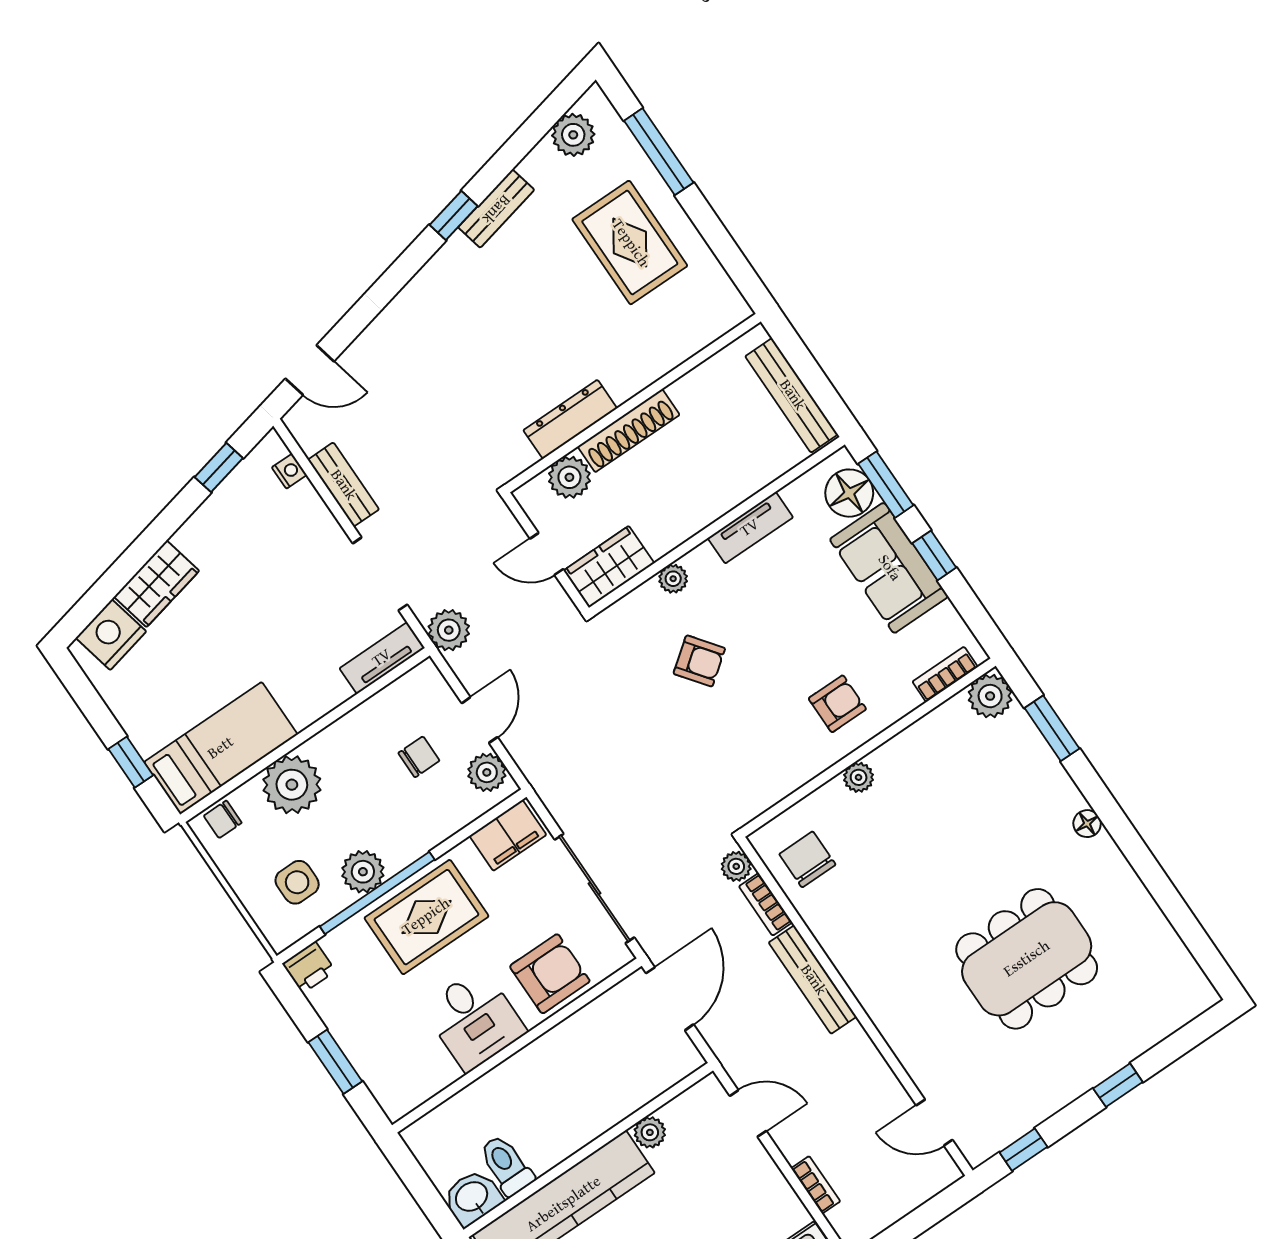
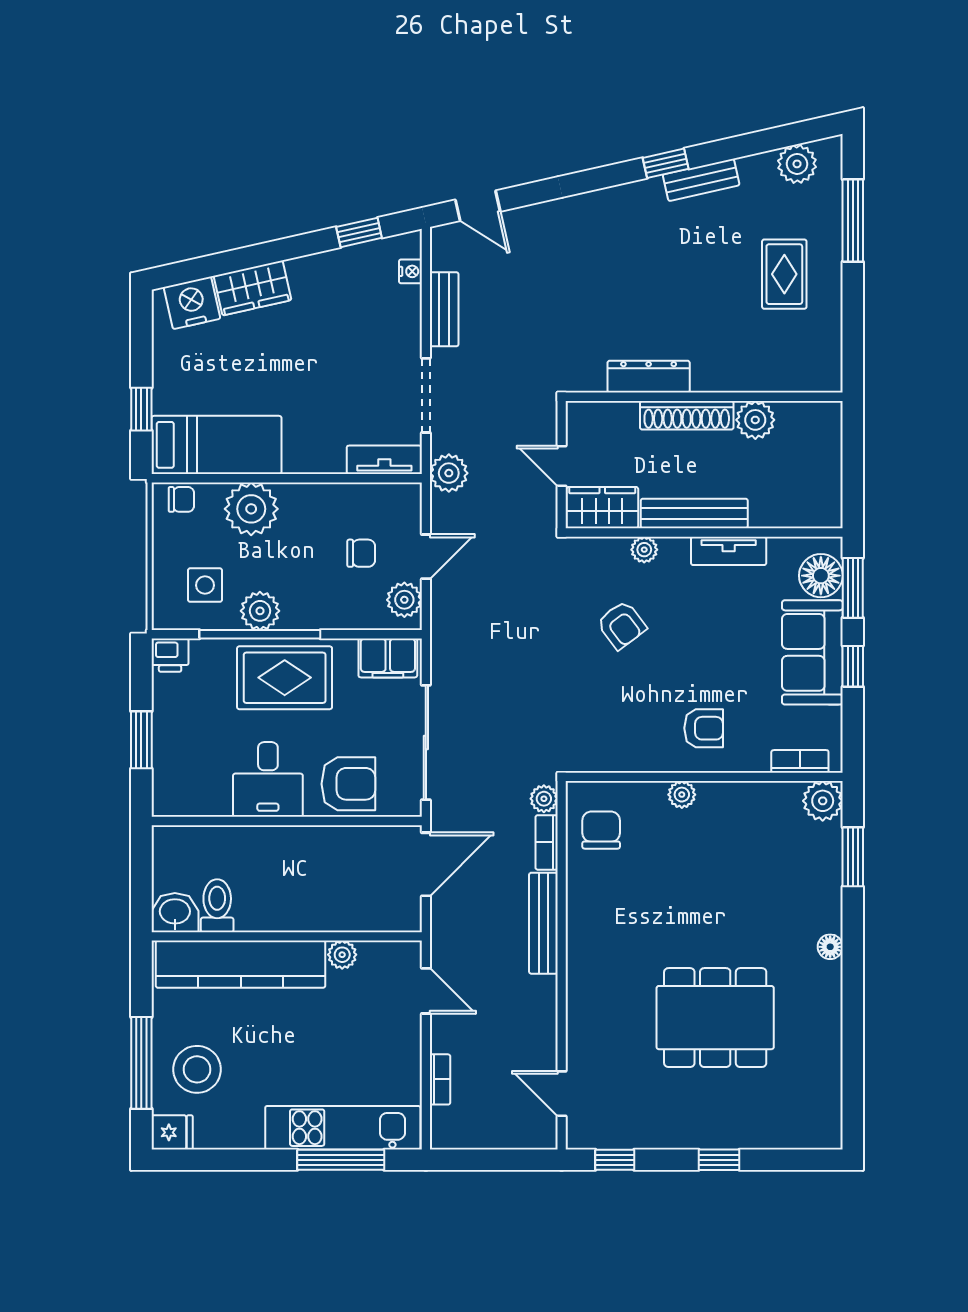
rug: (630, 243) -> (784, 274), width x0.73, depth x0.70
bench: (792, 395) -> (694, 513), moved, turned 90
plant: (569, 477) -> (755, 420), moved
chair: (223, 819) -> (181, 499), turned 180

